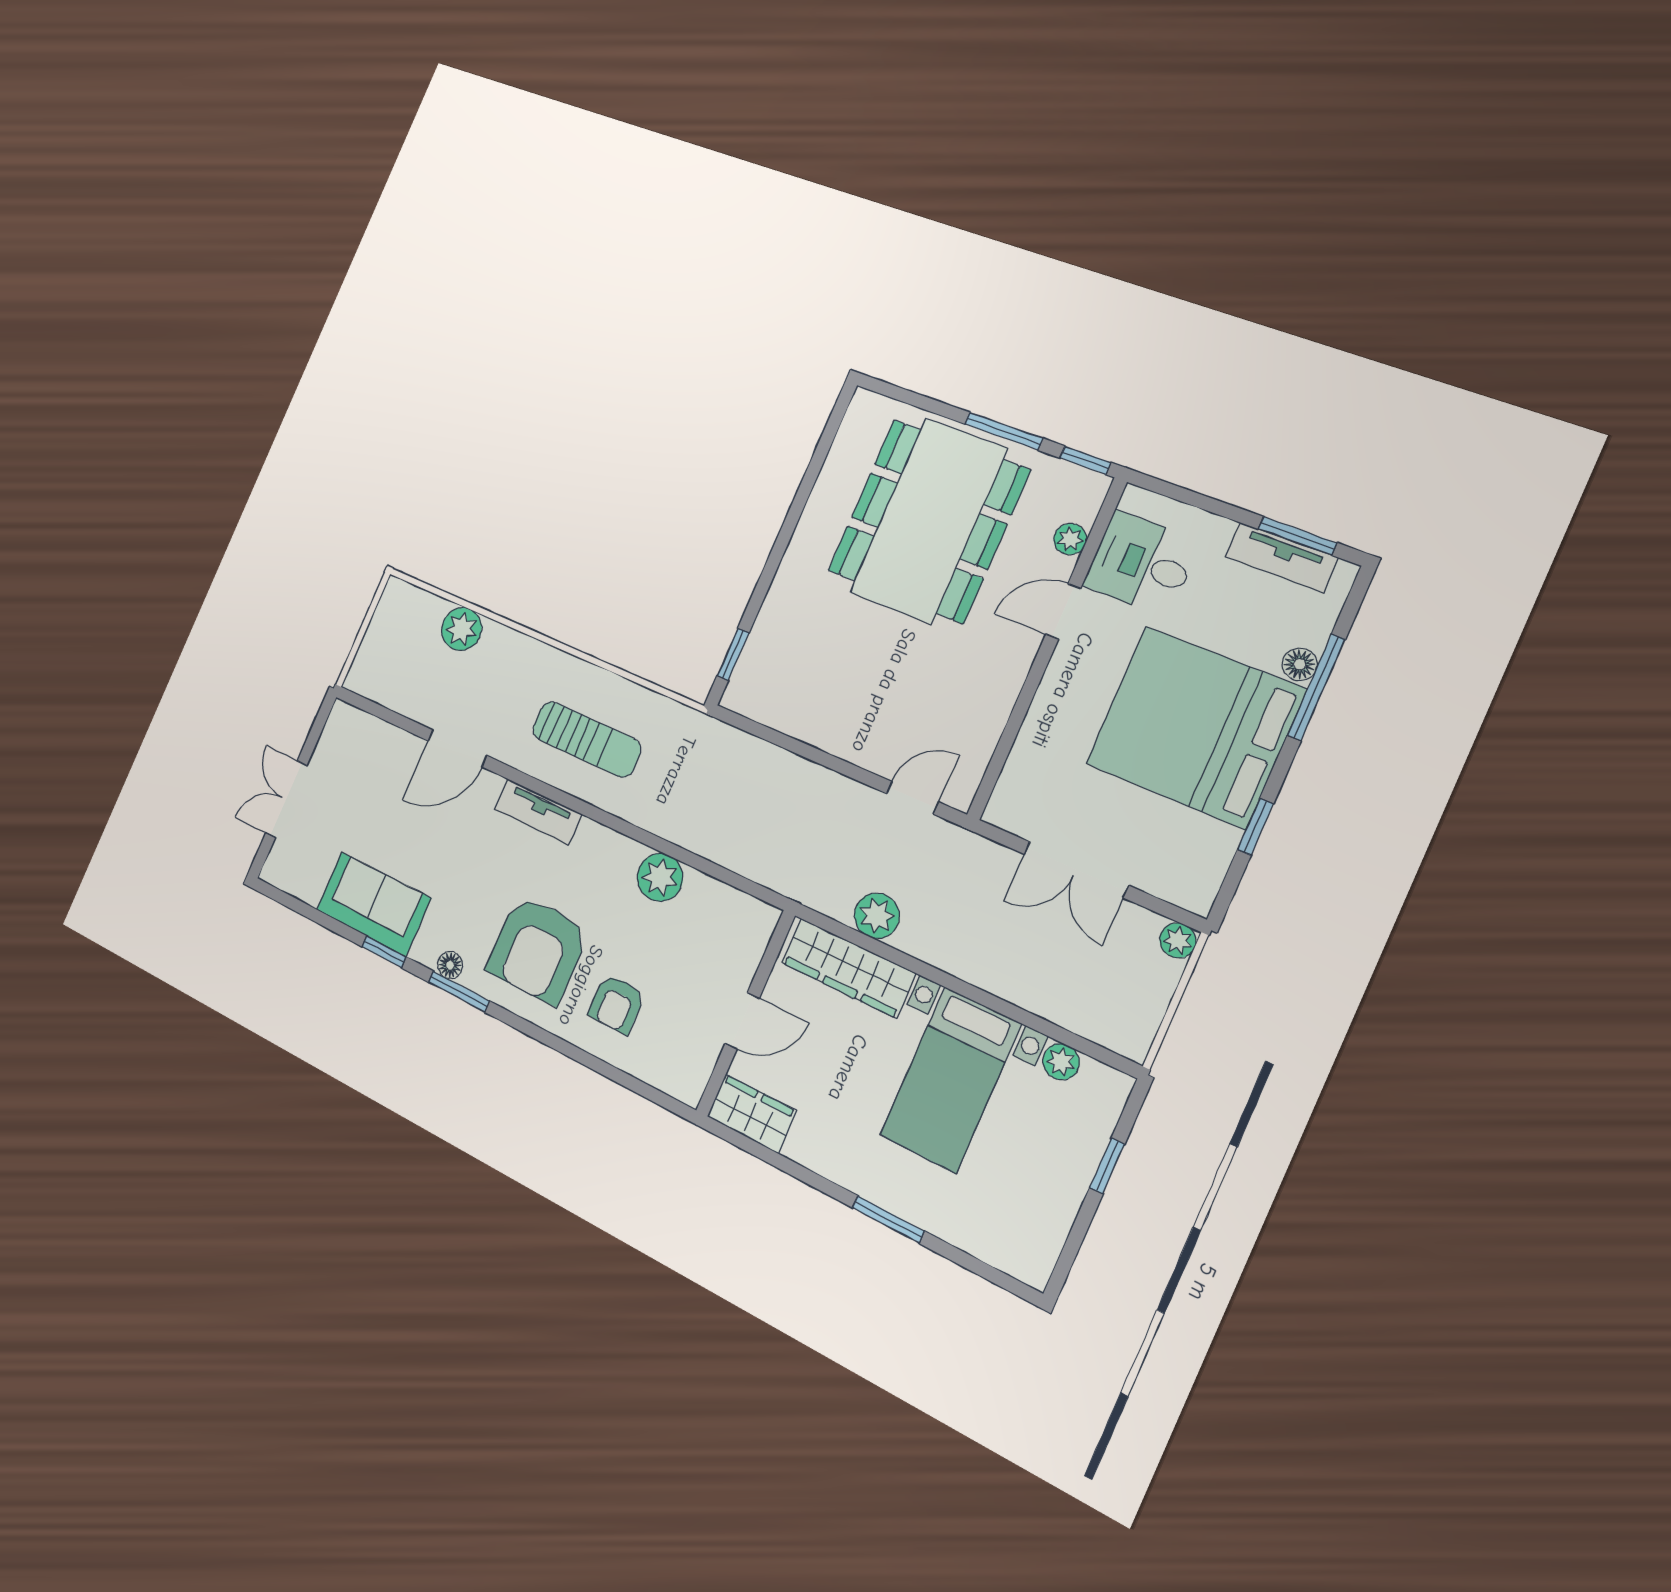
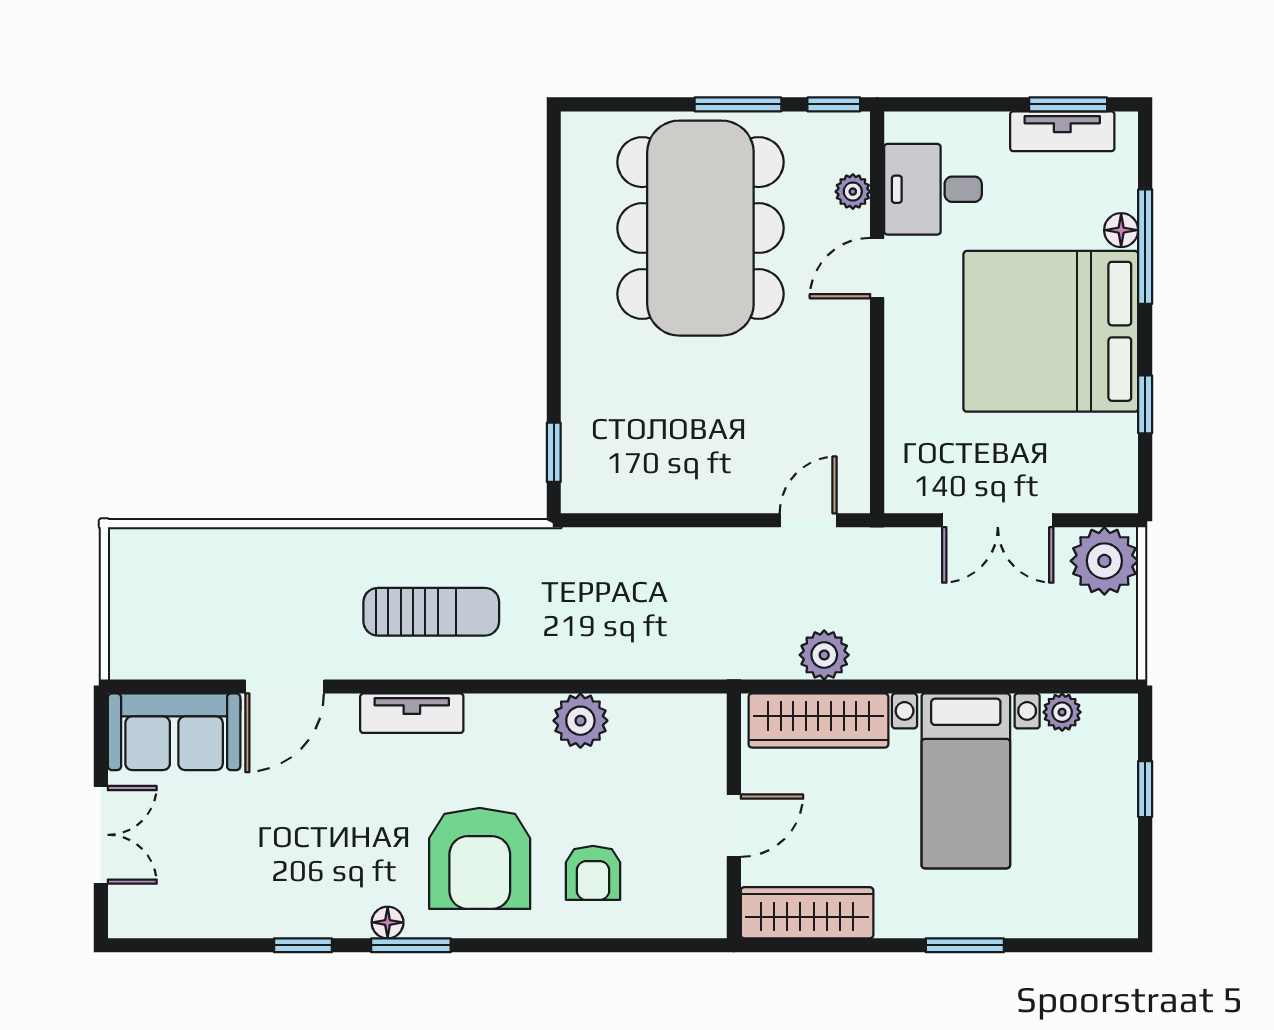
plant: (462, 629) -> (227, 553), removed
double door: (286, 799) -> (101, 835), swing flipped
sofa: (373, 904) -> (174, 732), moved, turned 180
plant: (1178, 941) -> (1104, 561), width x1.88, depth x1.88
wardrobe: (752, 1114) -> (807, 913), width x1.50

